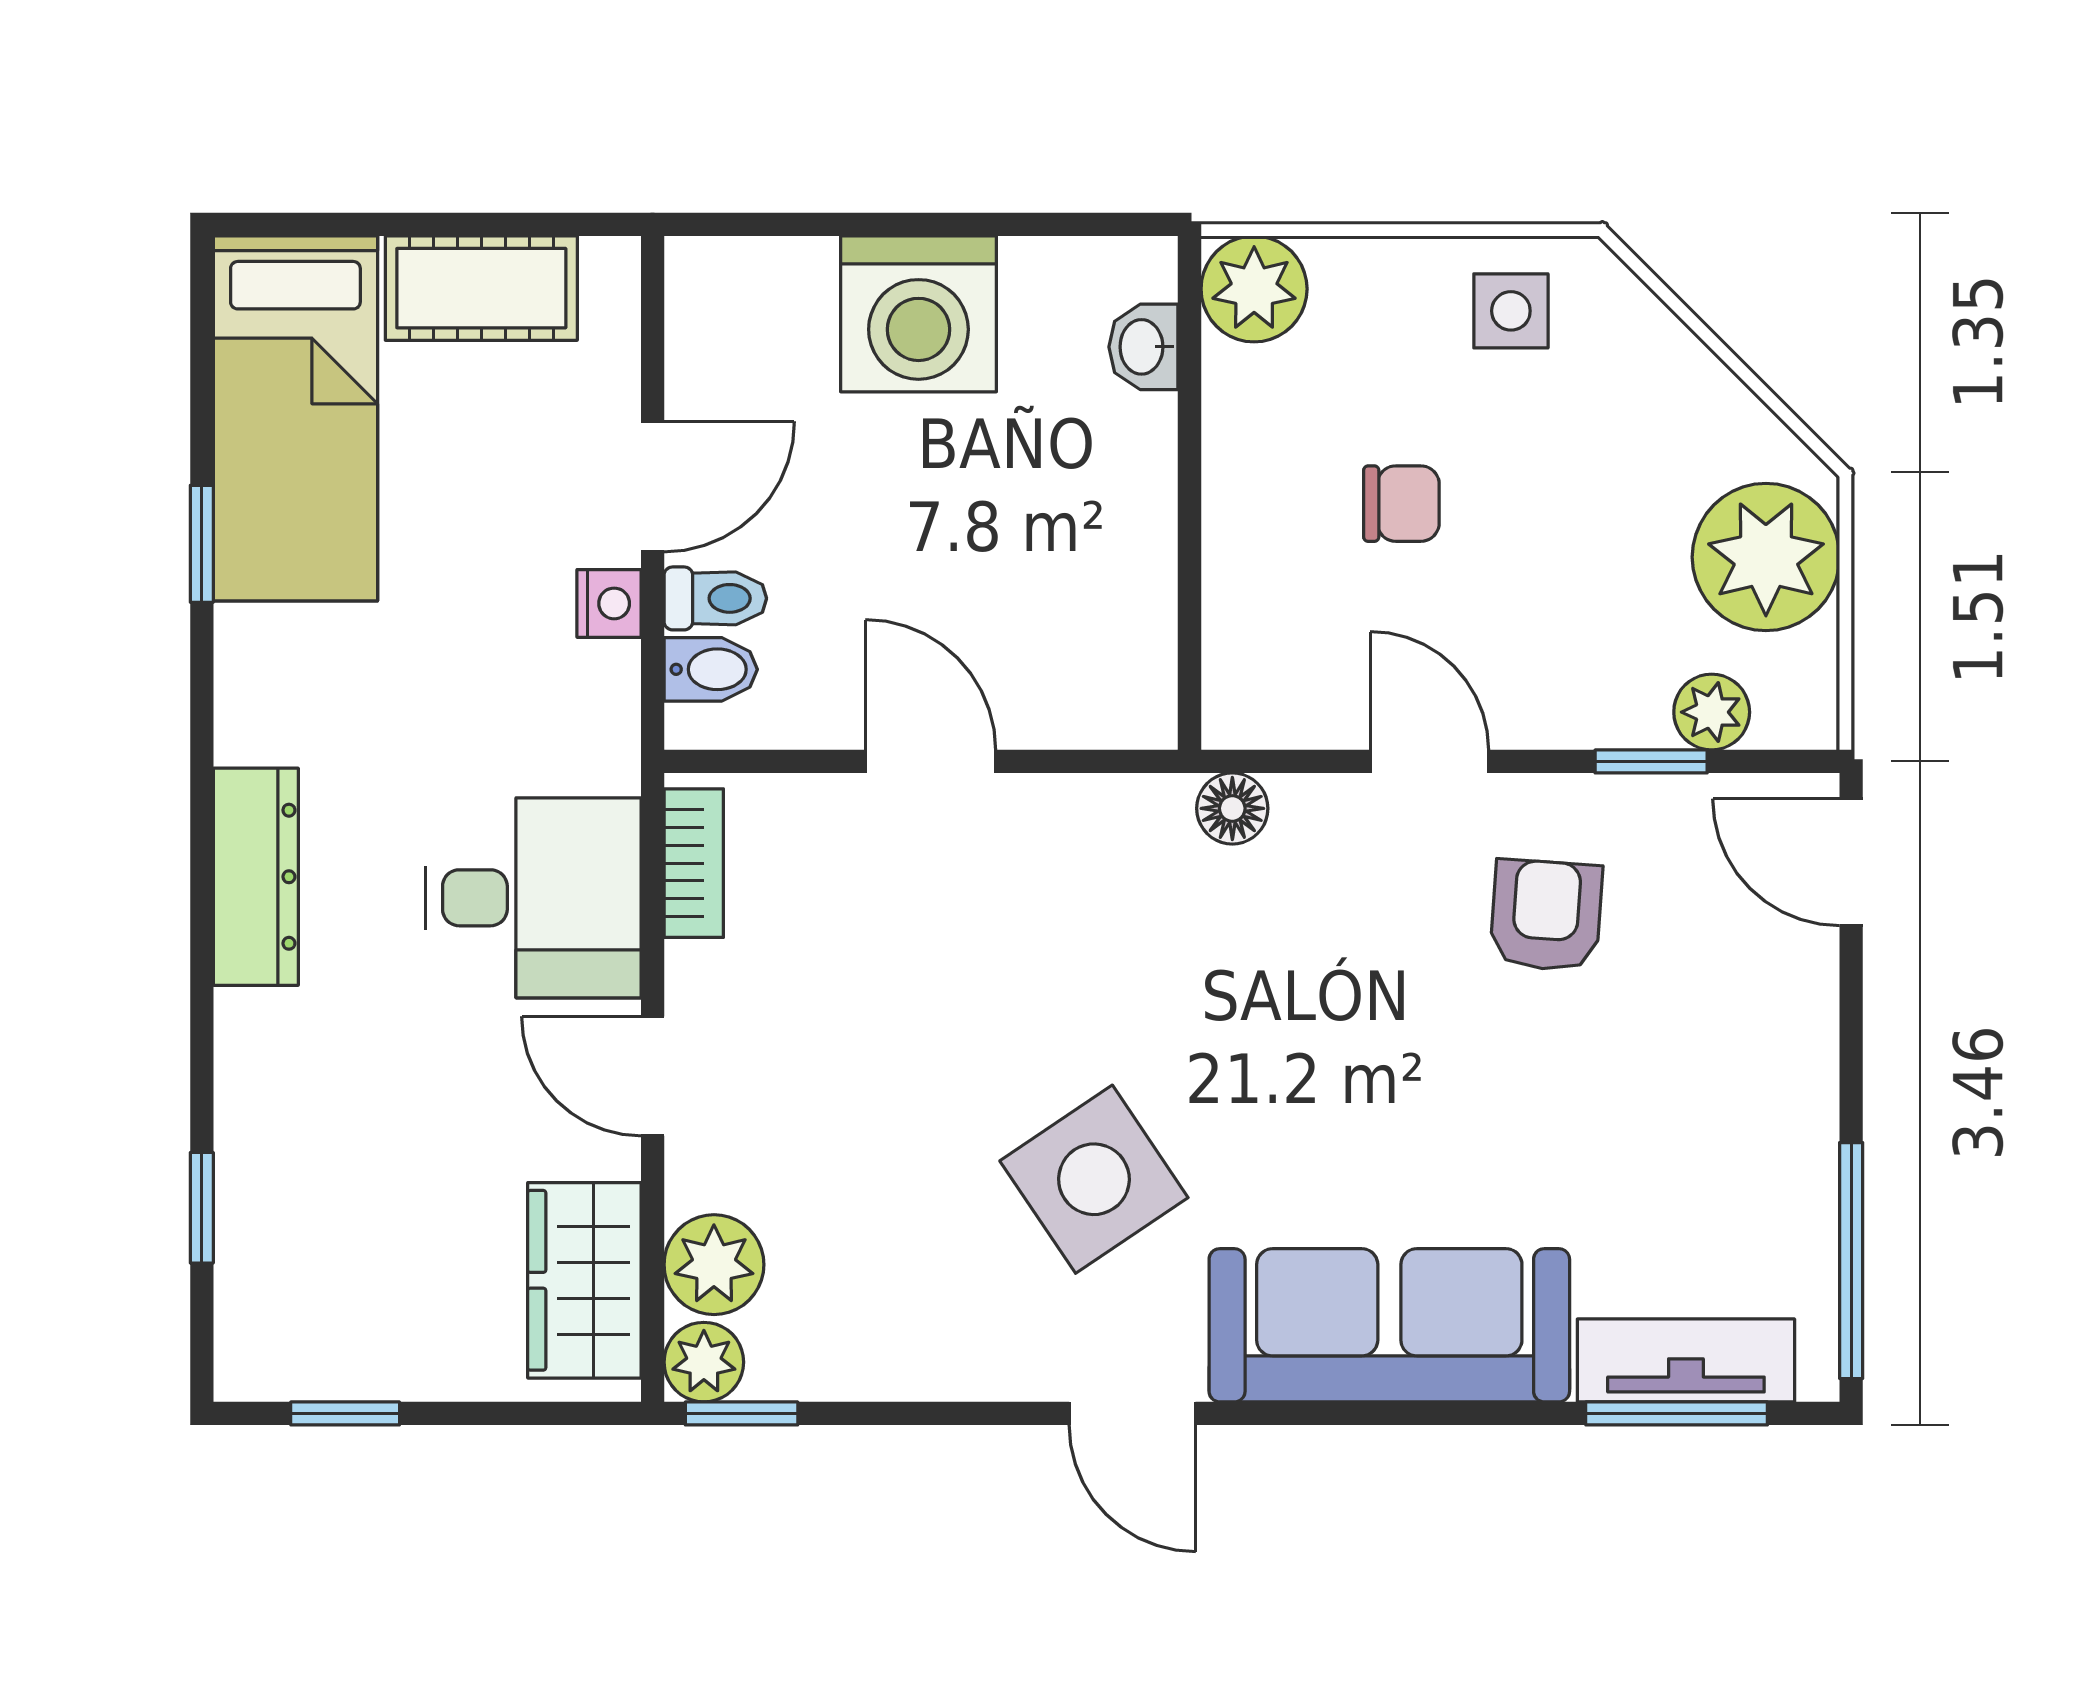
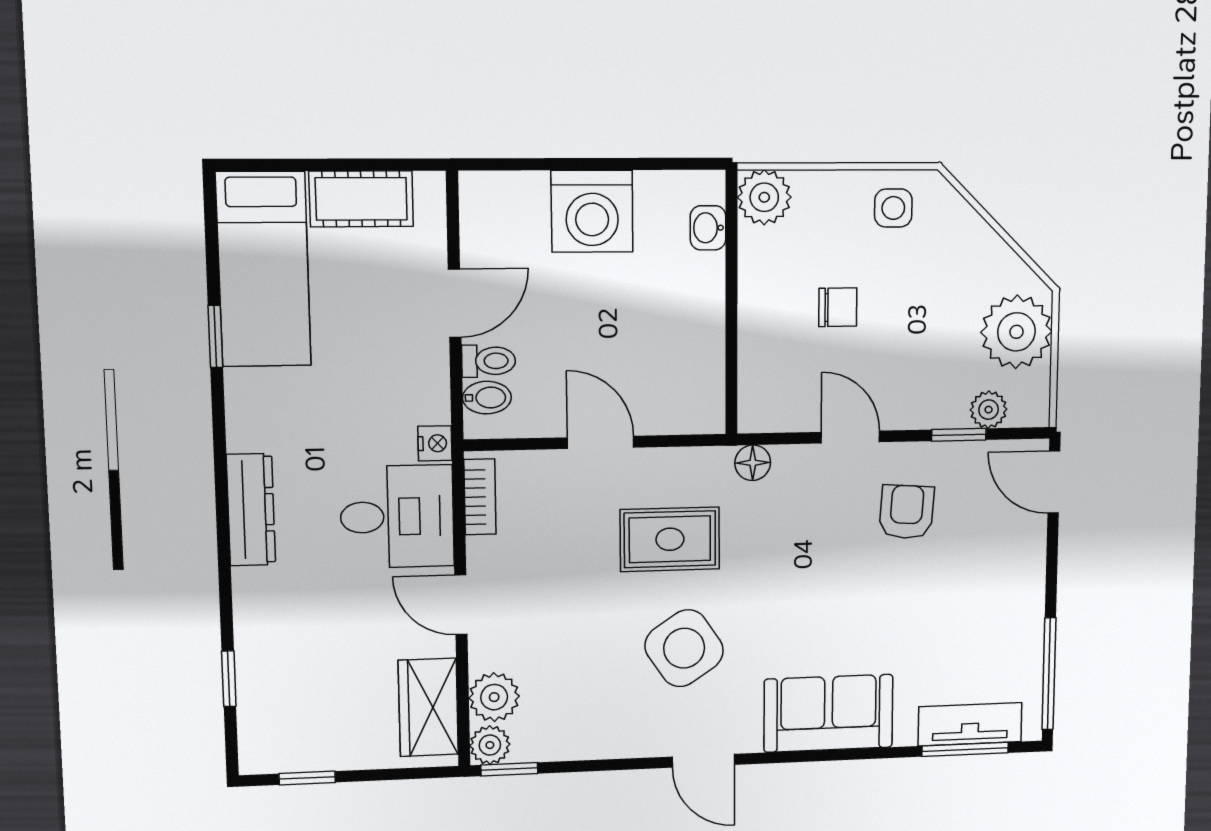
nightstand: (609, 603) -> (435, 443), moved
rug: (1066, 957) -> (670, 539), added
sofa: (1389, 1325) -> (828, 713), width x0.73

